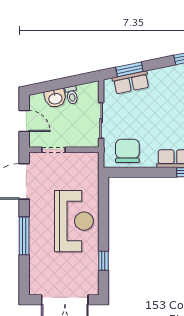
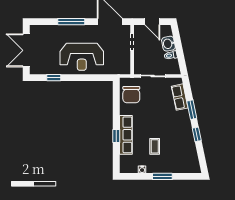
window: (129, 69) -> (192, 110), moved
door: (24, 121) -> (152, 22), hinge flipped
chair: (127, 151) -> (131, 95), turned 90

